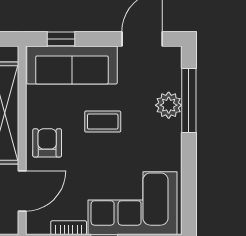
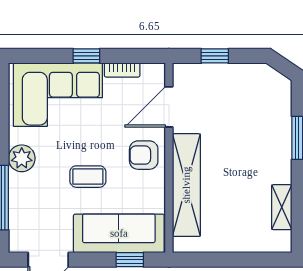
plant: (169, 105) -> (22, 158), moved
armchair: (47, 143) -> (144, 155), turned 90

